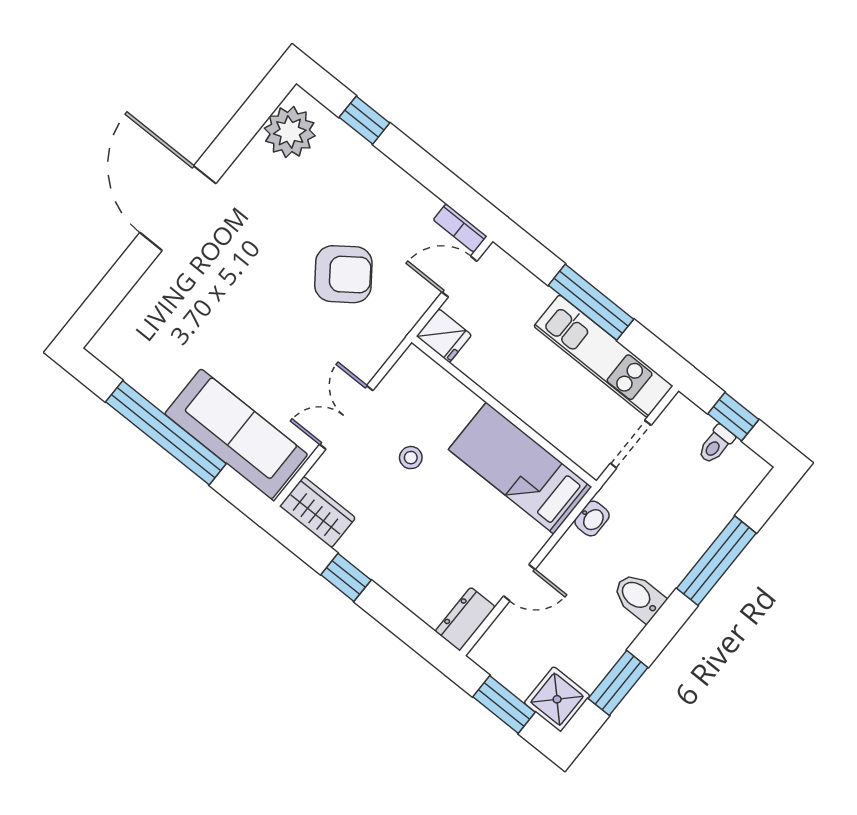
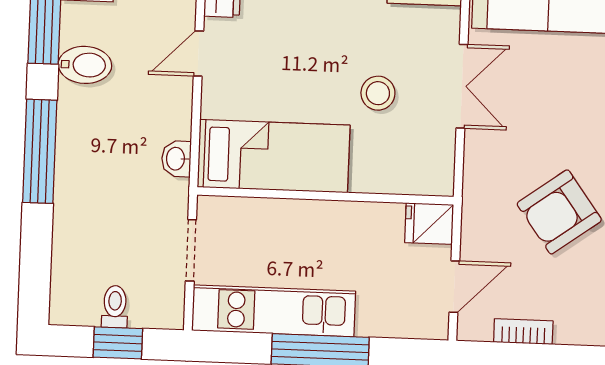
bookcase: (460, 228) -> (523, 332), moved
stool: (411, 458) -> (378, 93), width x1.37, depth x1.37
window: (716, 561) -> (40, 151), moved
bidet: (639, 597) -> (85, 65), moved

